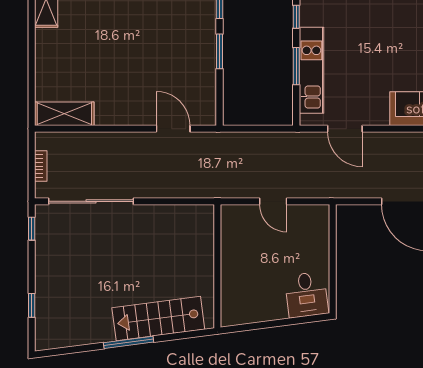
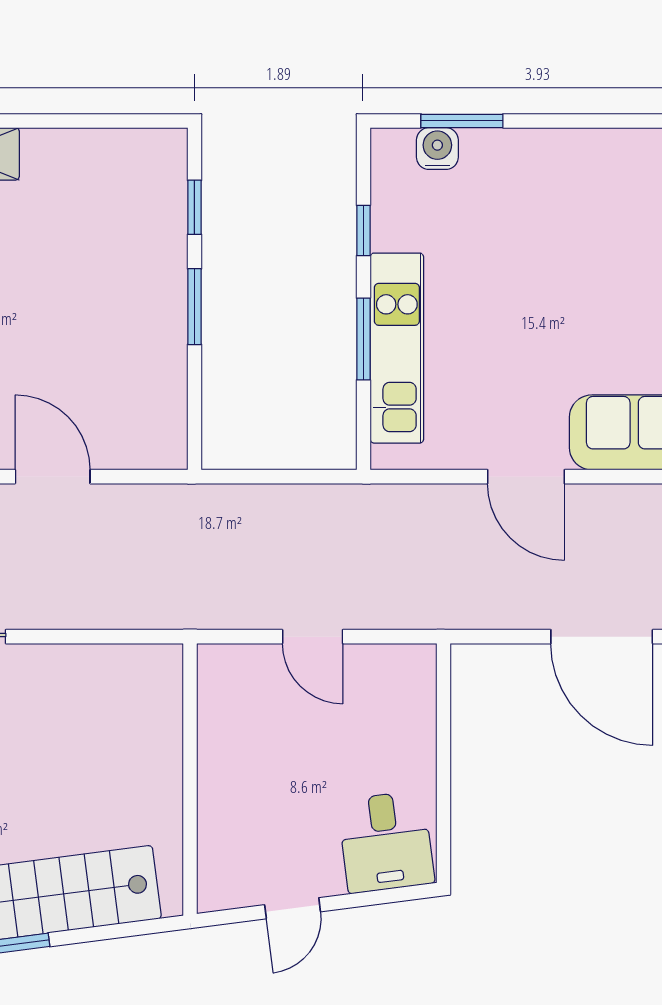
door: (173, 129) -> (53, 477), moved
door: (345, 129) -> (526, 477), moved
door: (264, 325) -> (293, 908), added

